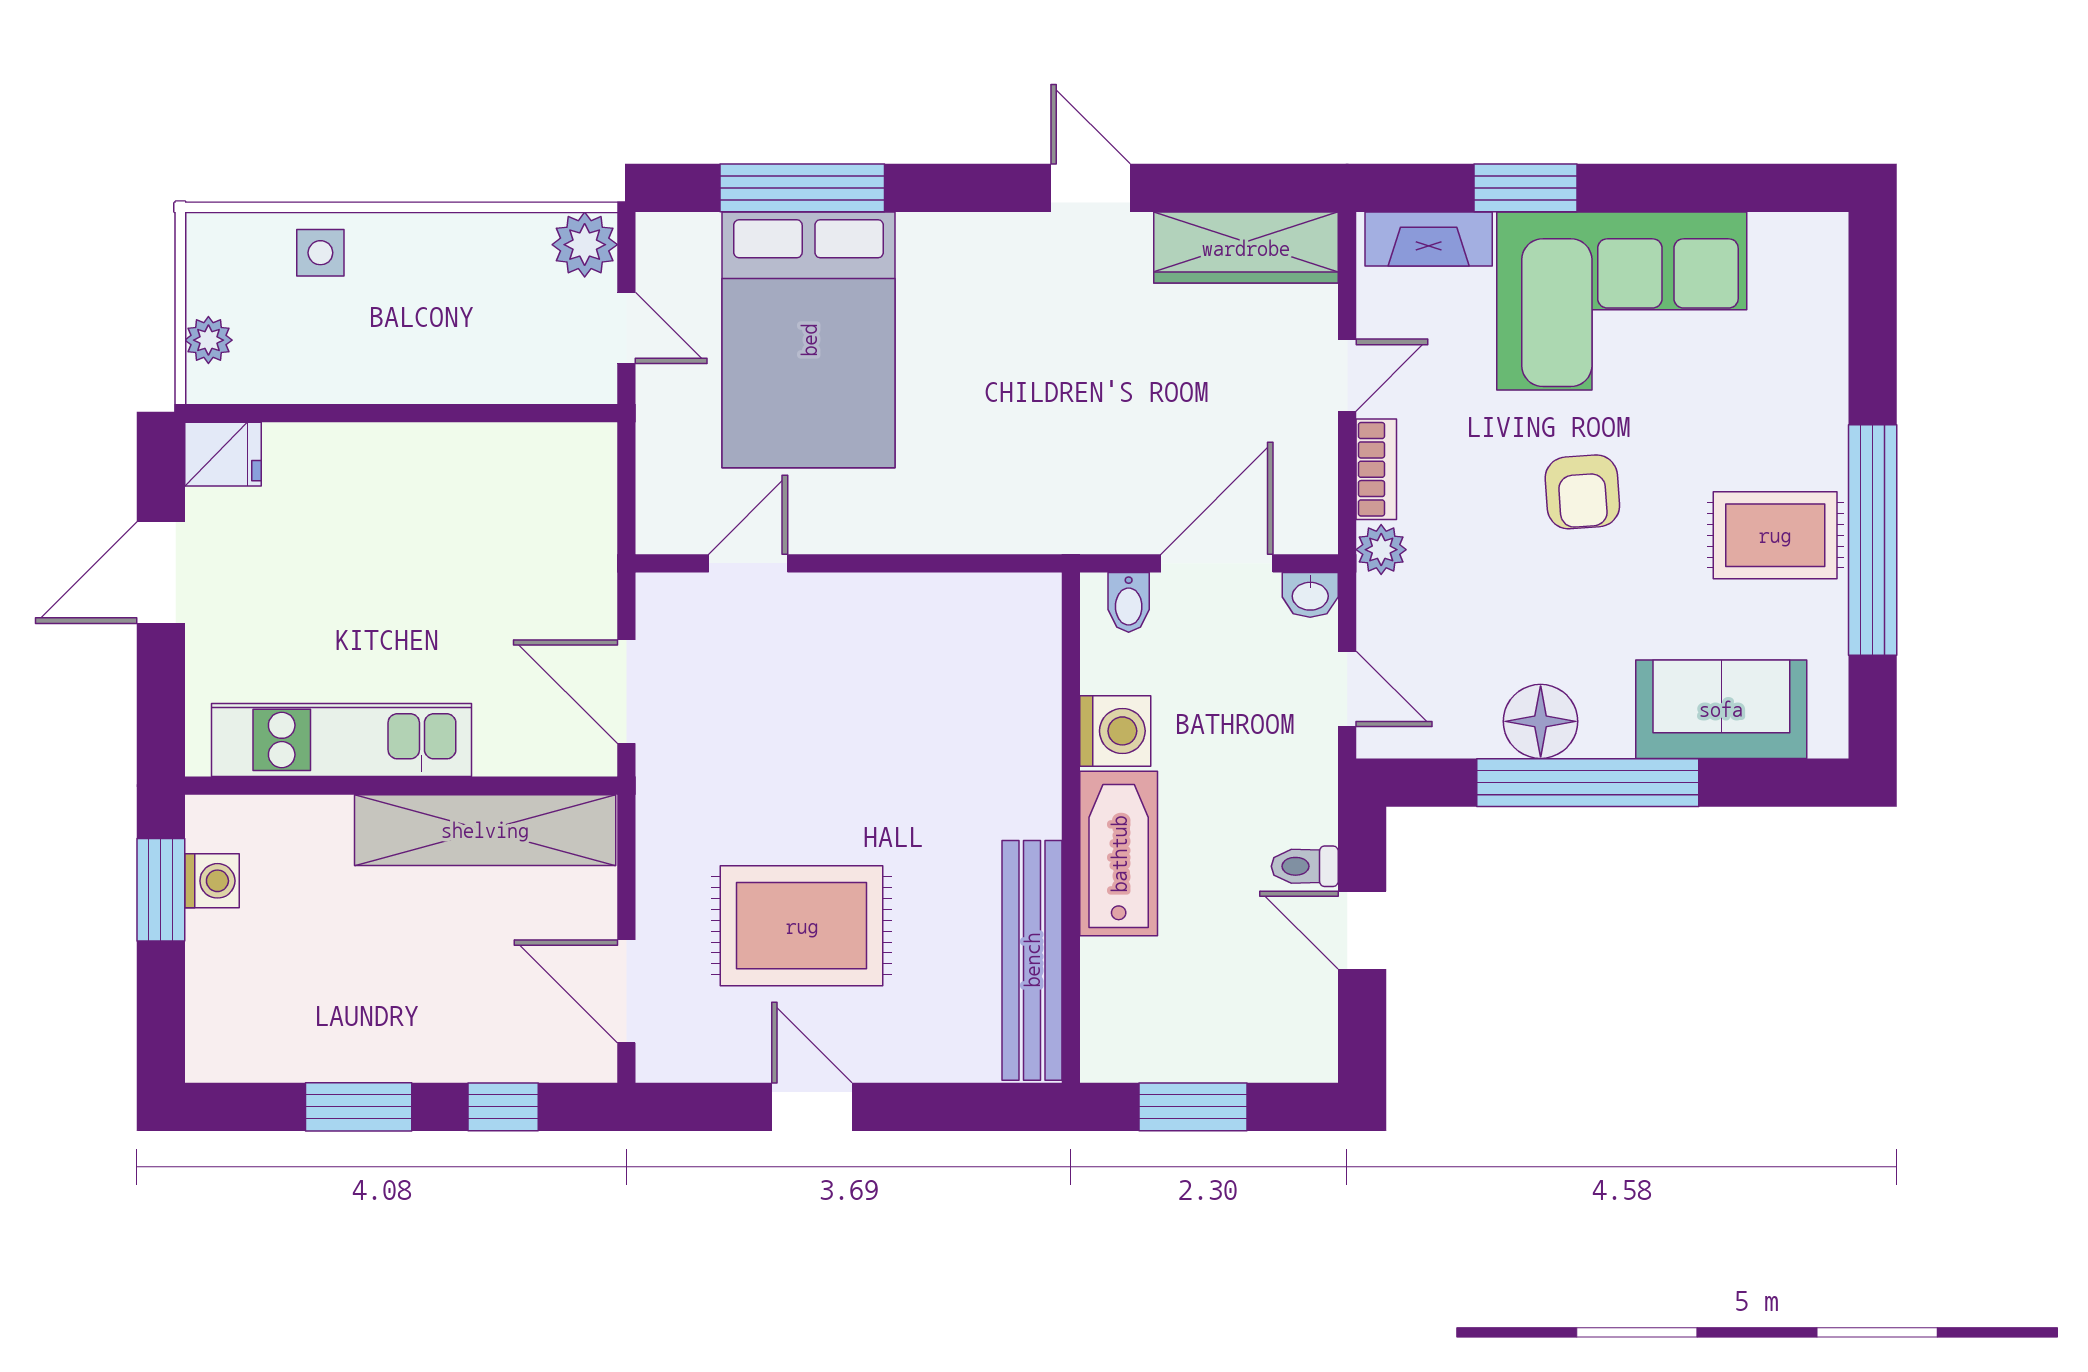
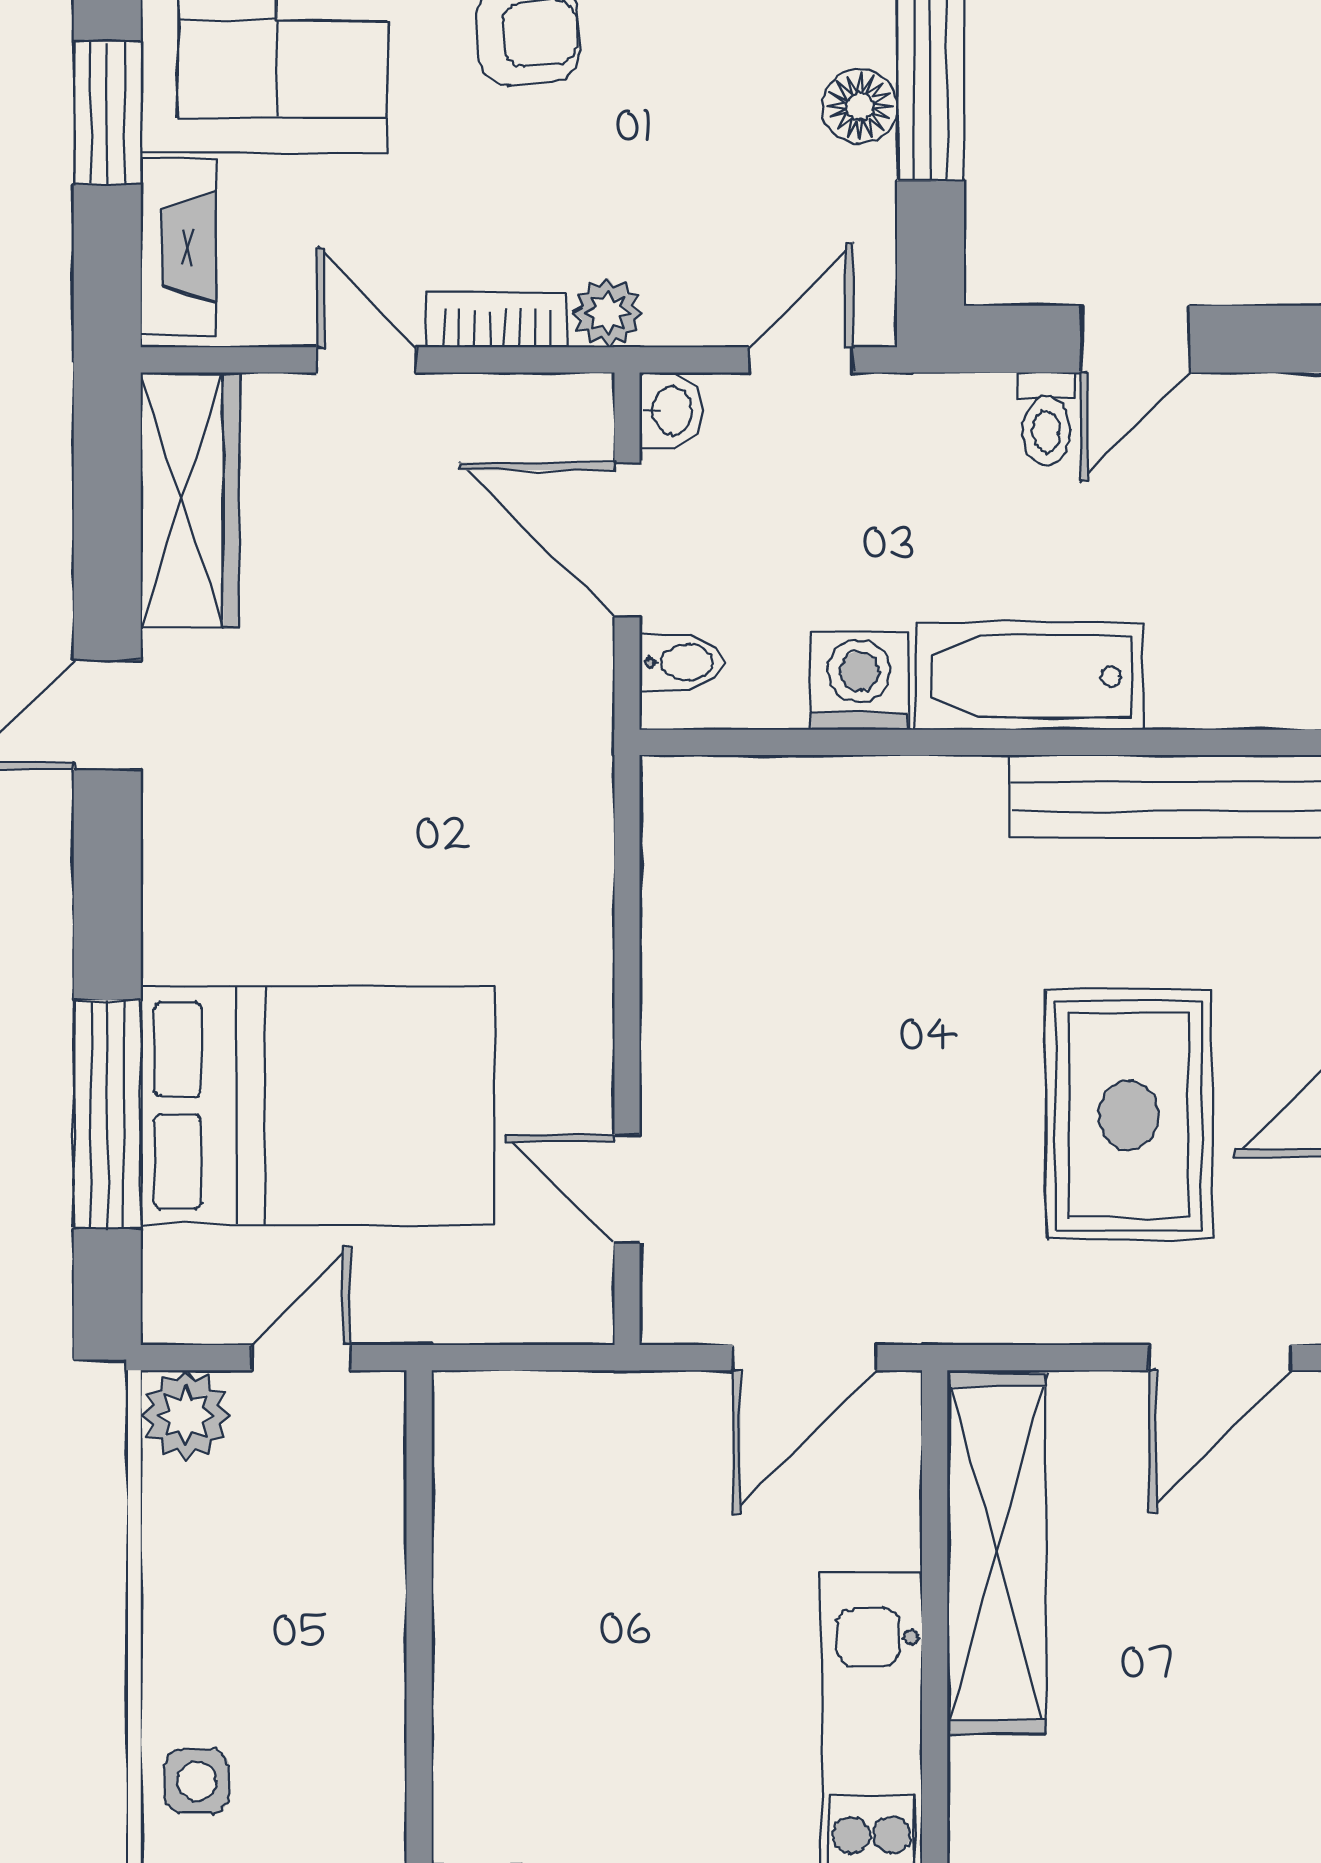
floor lamp: (1541, 721) -> (860, 106), width x0.73, depth x0.73

